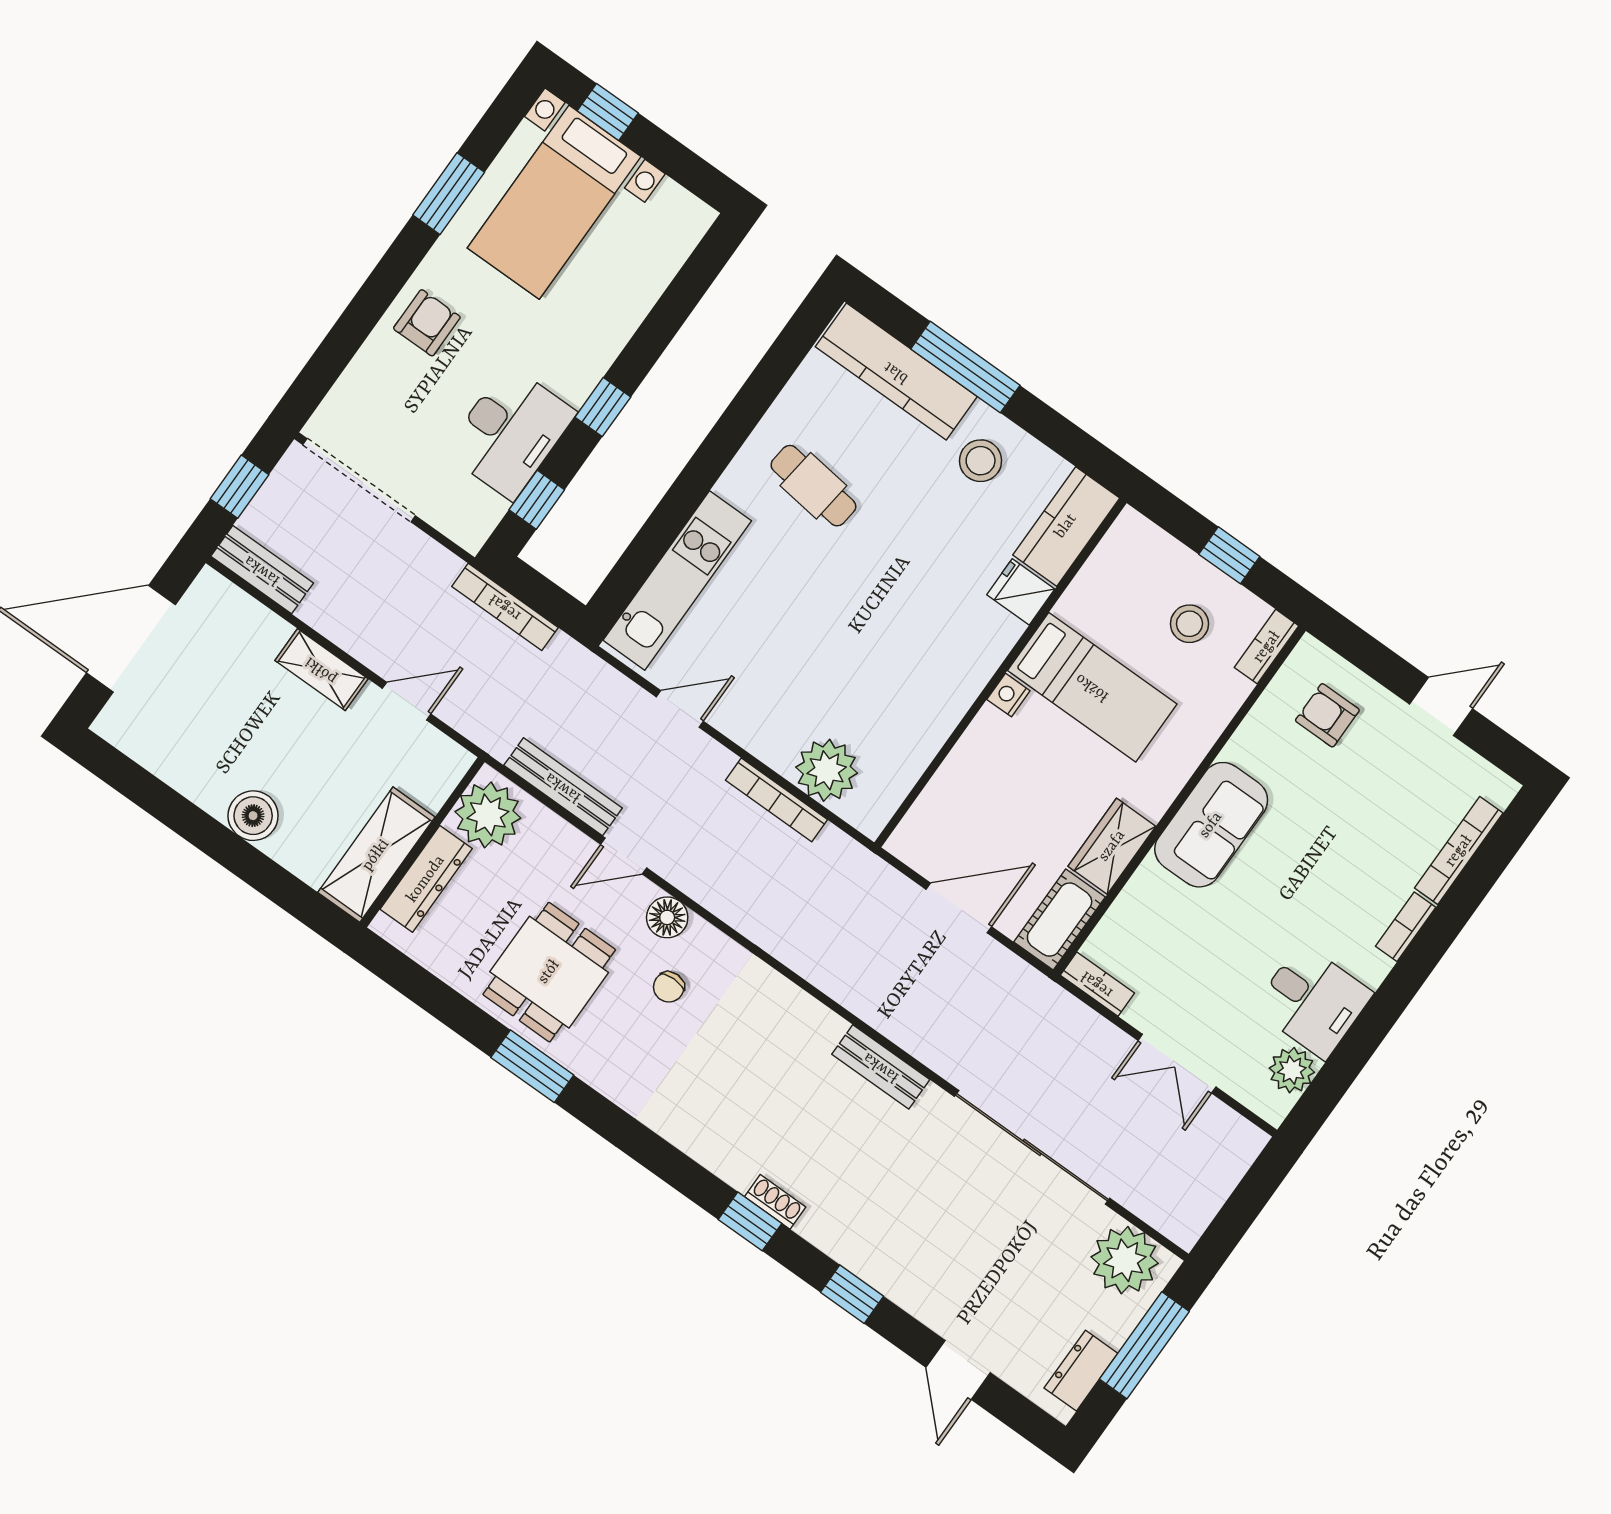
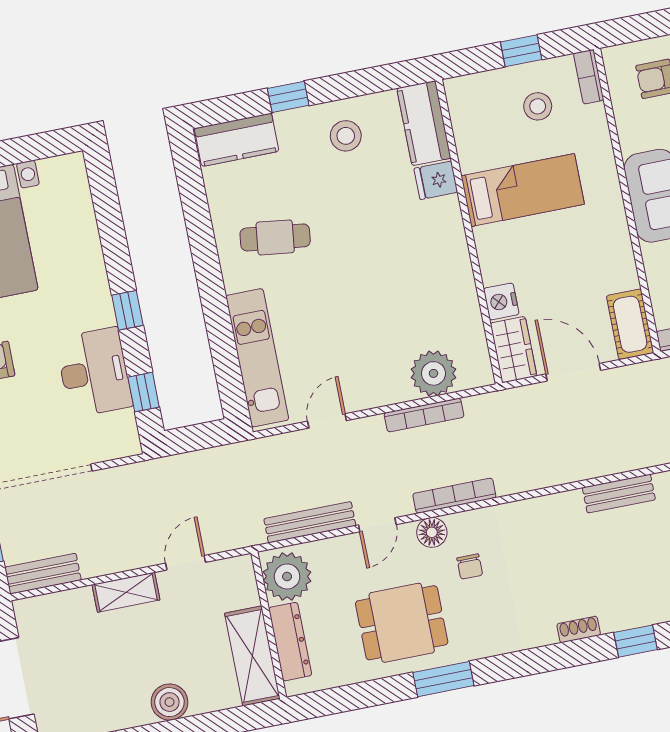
window: (965, 367) -> (288, 97), width x0.46
kitchen counter: (896, 372) -> (237, 140), width x0.67
bookcase: (505, 607) -> (454, 496), moved, turned 180
nightstand: (1008, 695) -> (501, 301), moved, width x1.39, depth x1.35
wardrobe: (1112, 846) -> (513, 350), moved, turned 180
door: (959, 908) -> (573, 372), hinge flipped
dining table: (549, 972) -> (402, 623), turned 90
shoe rack: (775, 1202) -> (579, 629), moved

